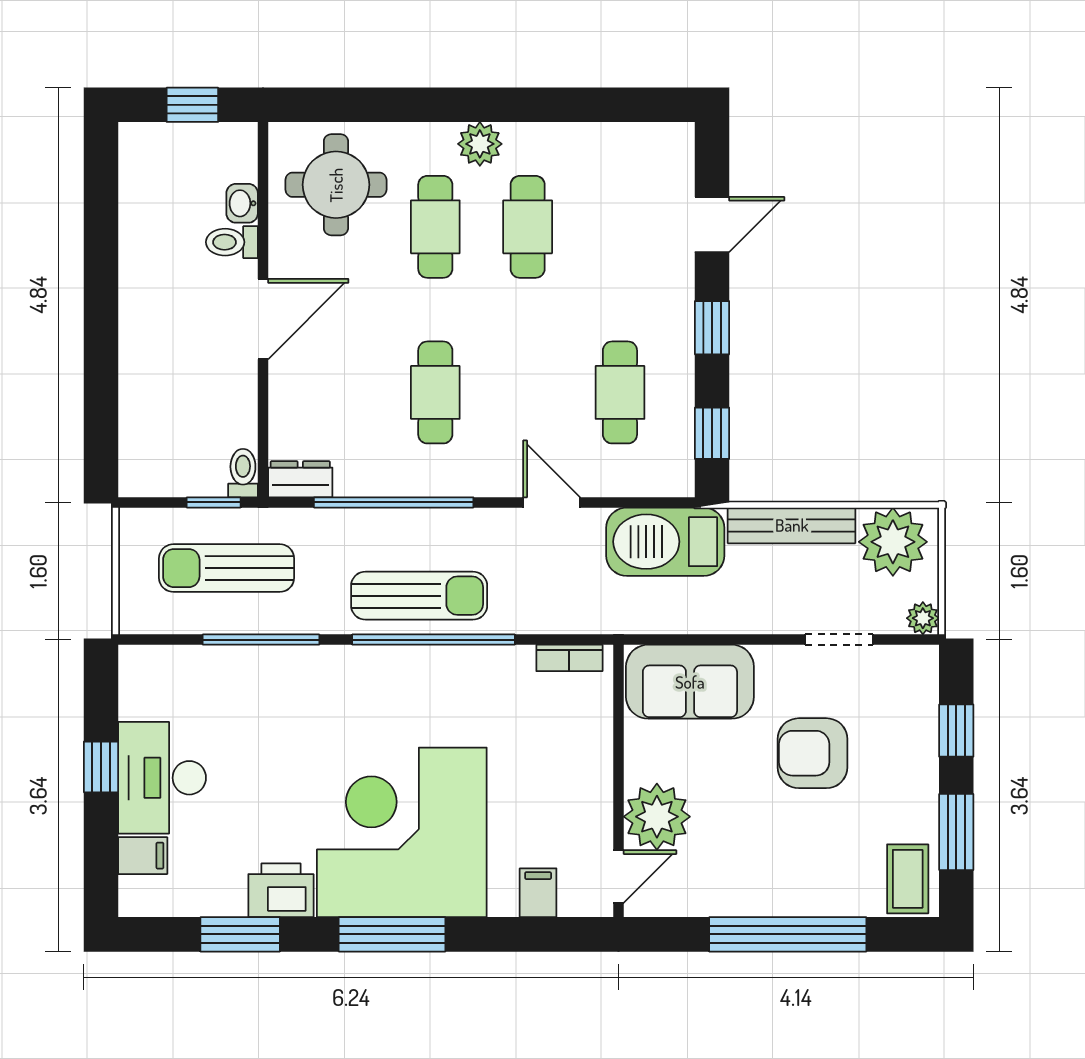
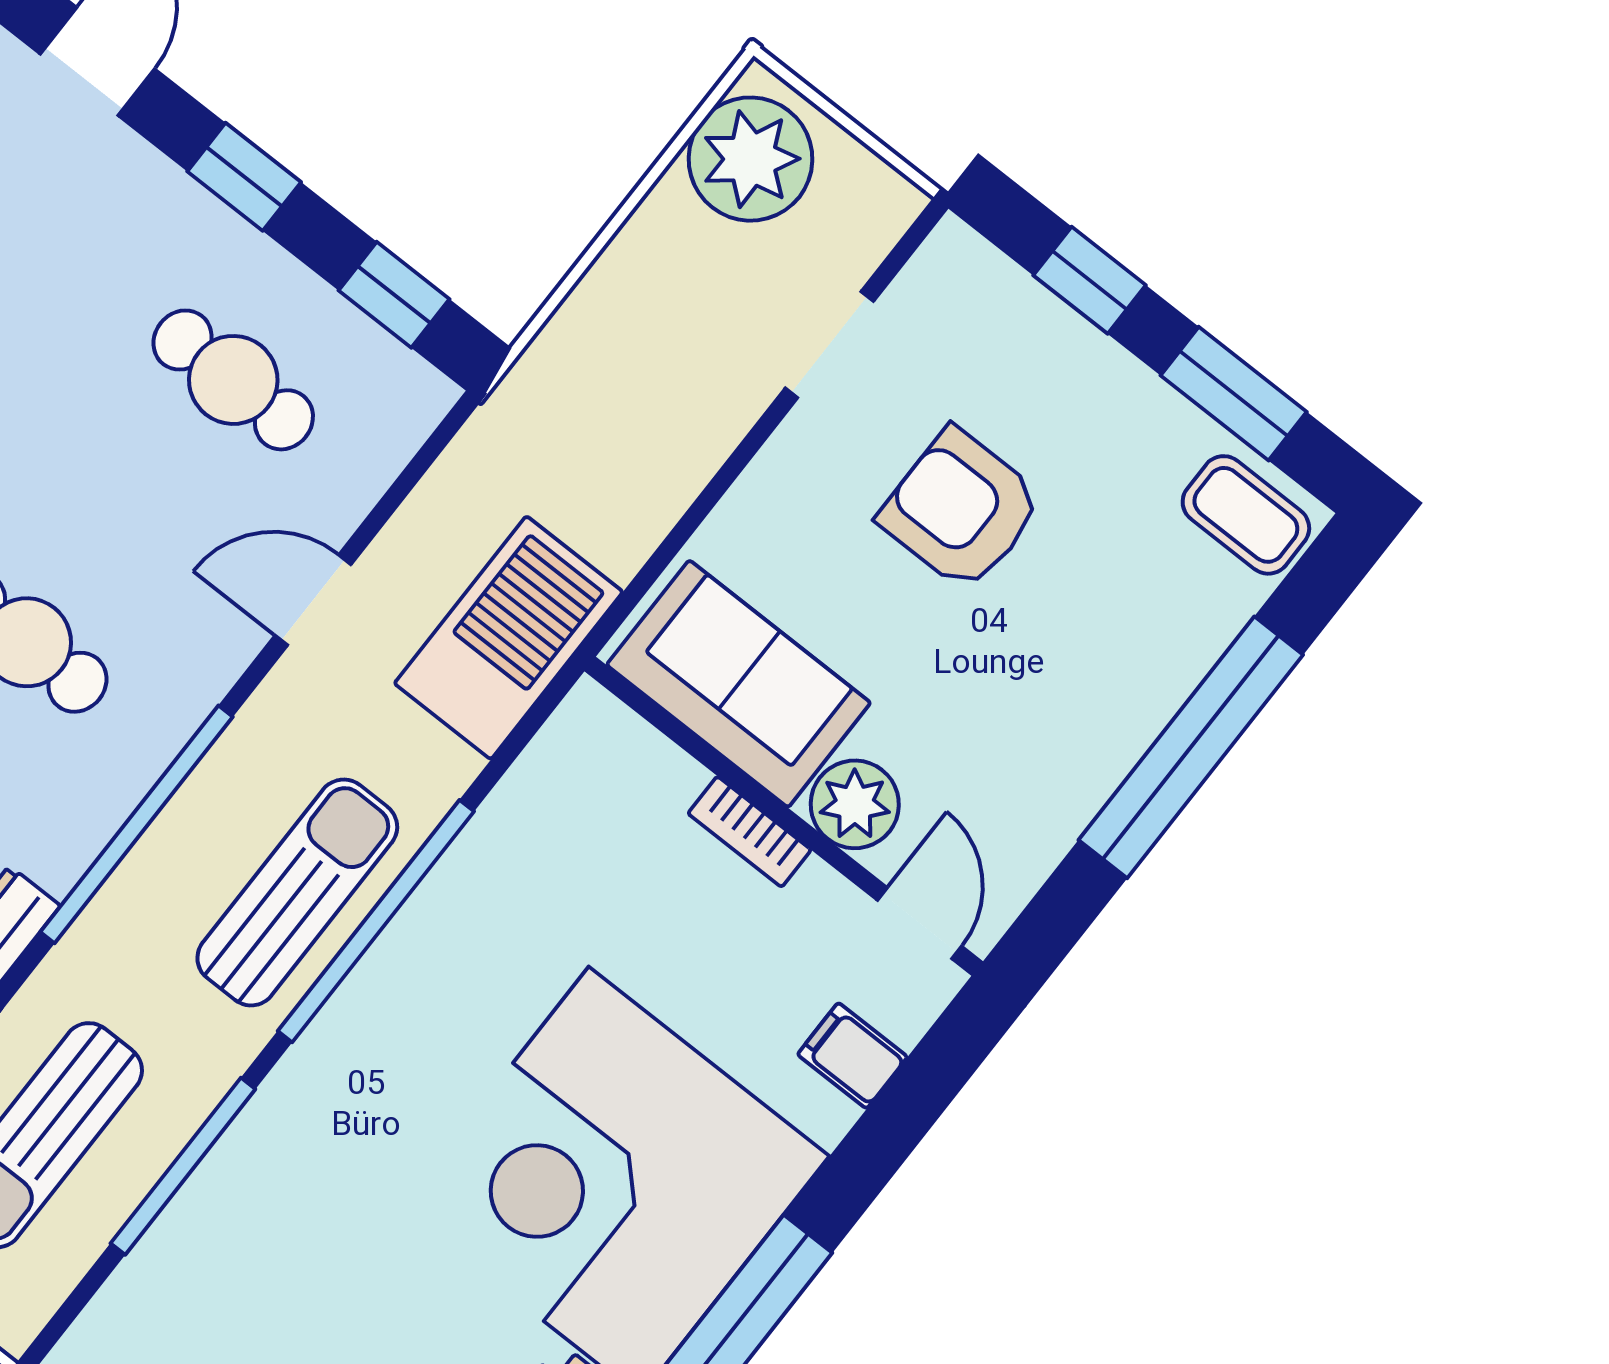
bench: (792, 525) -> (614, 285), removed
barbecue: (665, 542) -> (509, 638), moved, turned 180
plant: (923, 618) -> (893, 202), removed
bookcase: (569, 658) -> (749, 832), moved, turned 90
sofa: (690, 682) -> (739, 684), moved, turned -90
armchair: (813, 753) -> (961, 510), turned 90
plant: (657, 817) -> (855, 804), width x0.73, depth x0.73

